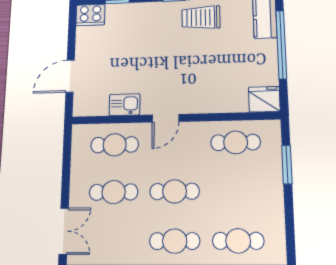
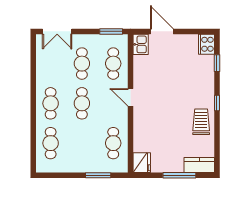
window: (281, 45) -> (179, 175), width x0.68
kitchen sink: (125, 105) -> (141, 44), moved
window: (67, 149) -> (111, 31), added

